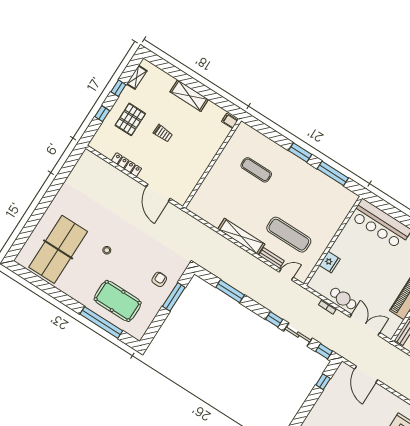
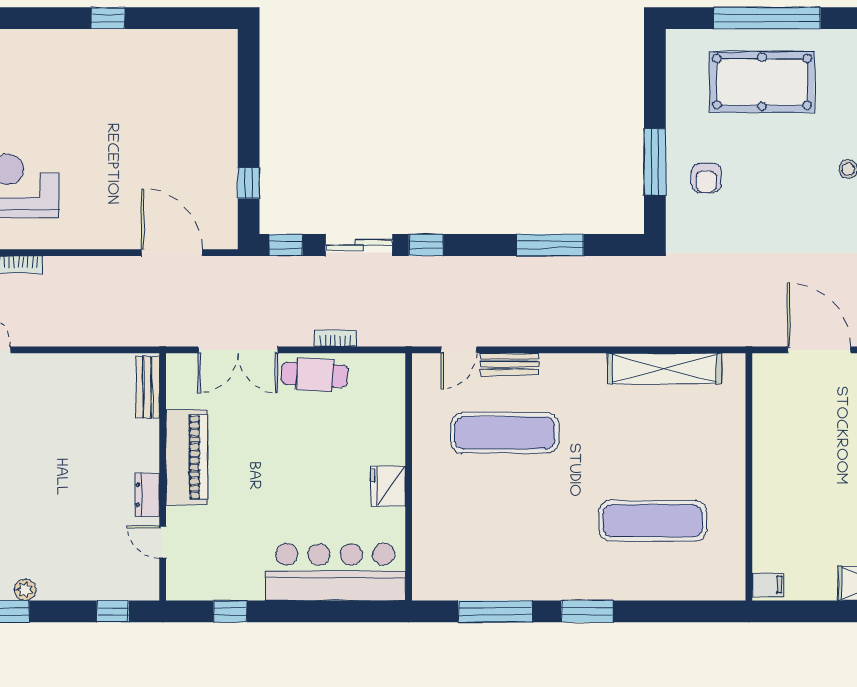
exercise mat: (256, 170) -> (653, 521), width x1.36, depth x1.45
shelving: (241, 237) -> (665, 369), moved
fridge: (330, 262) -> (388, 486), moved

